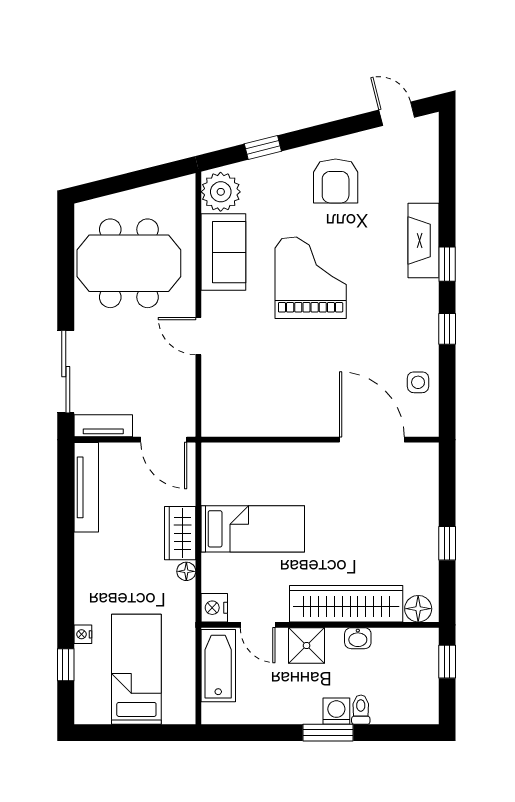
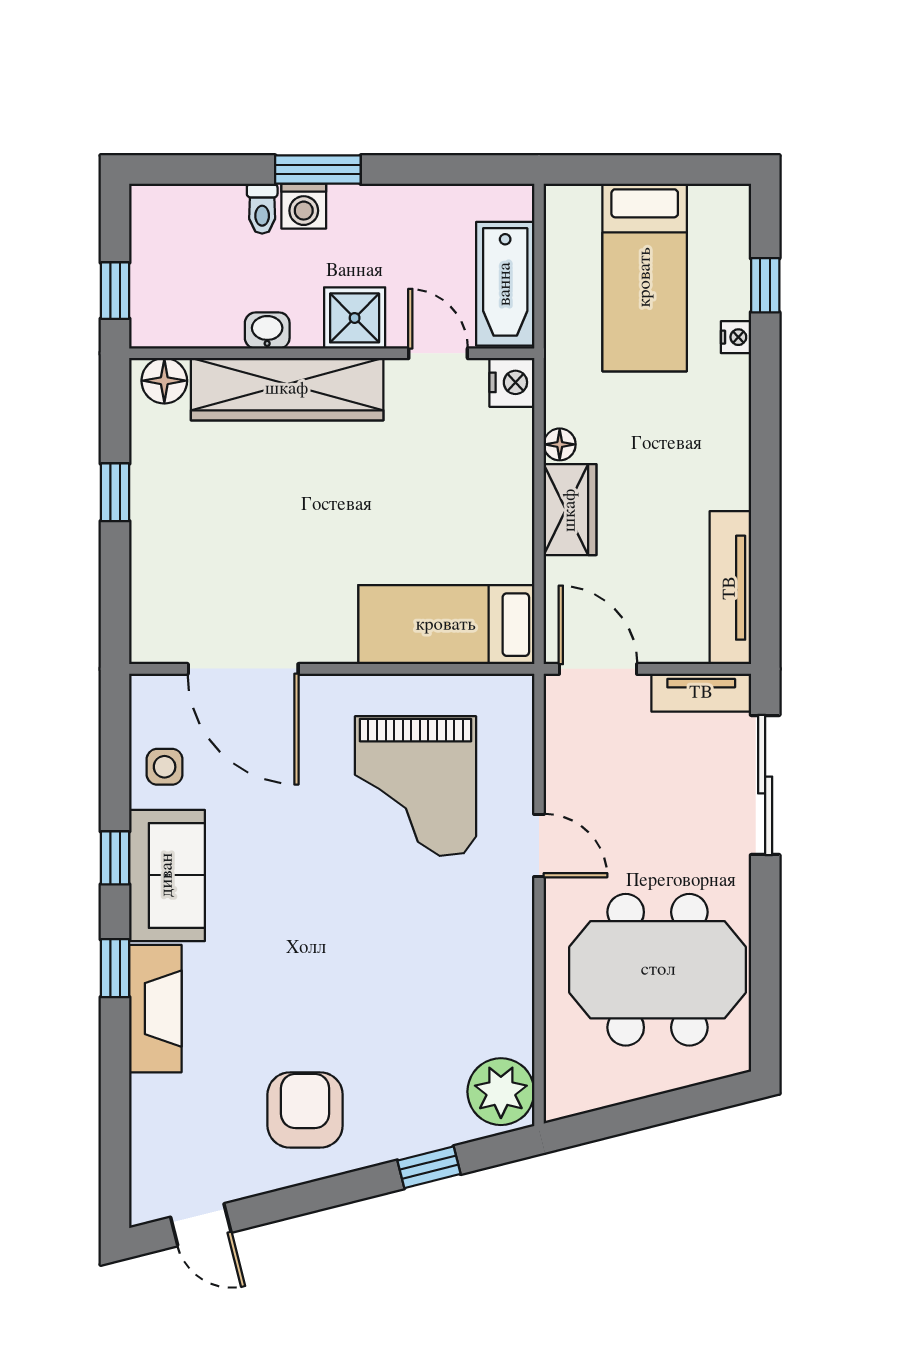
sofa: (223, 252) -> (167, 875), moved, turned 180
grand piano: (311, 278) -> (416, 786), moved
bed: (253, 529) -> (446, 625), moved

